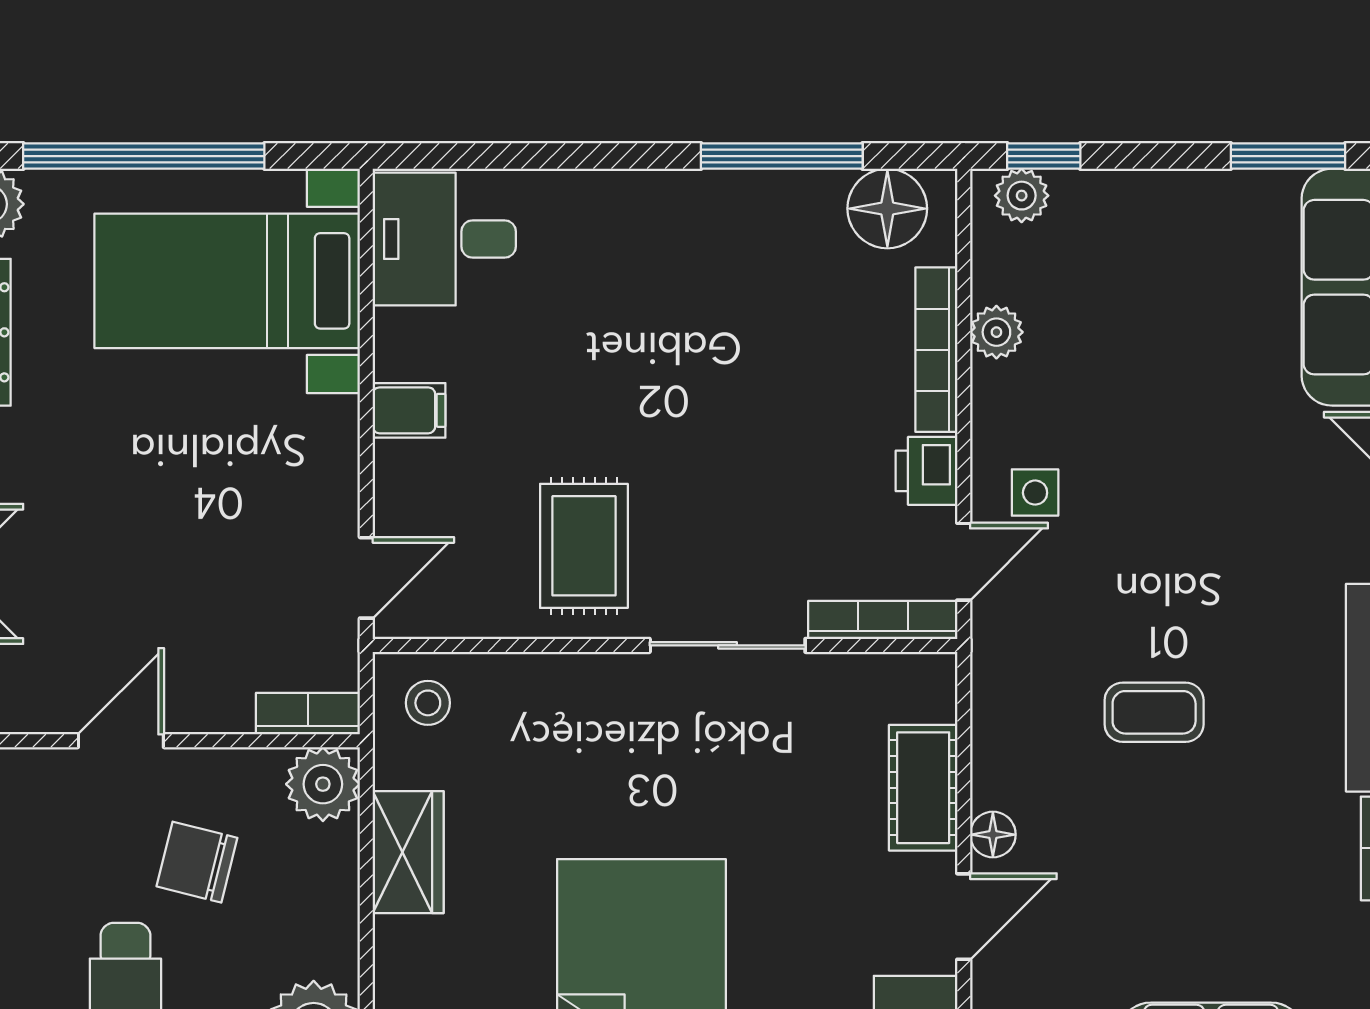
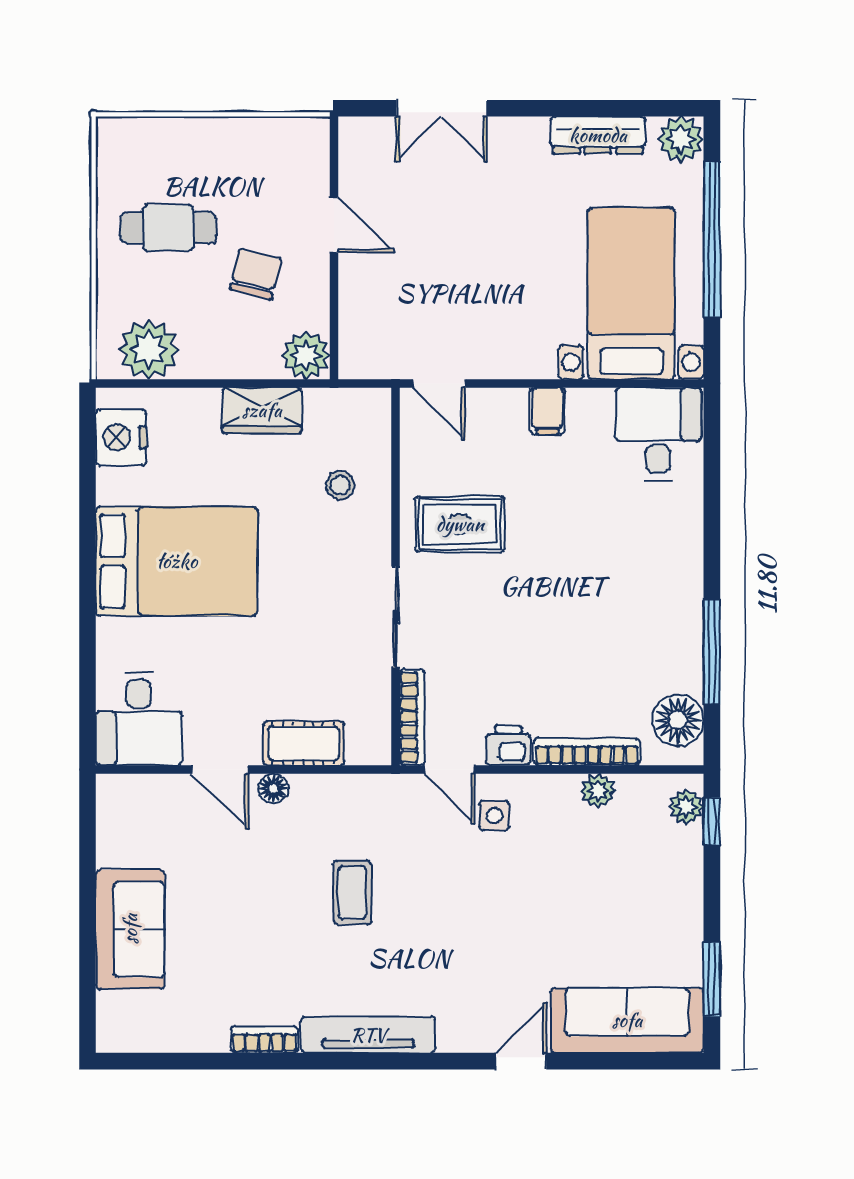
stool: (428, 703) -> (340, 485), moved
bookcase: (308, 714) -> (351, 346), removed

